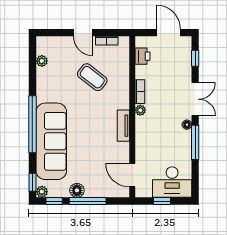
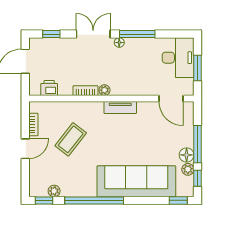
window: (32, 51) -> (44, 200), added
window: (32, 124) -> (94, 200), moved
door: (132, 175) -> (171, 98), hinge flipped
plant: (42, 192) -> (188, 169), moved
window: (162, 201) -> (197, 68), width x1.50

